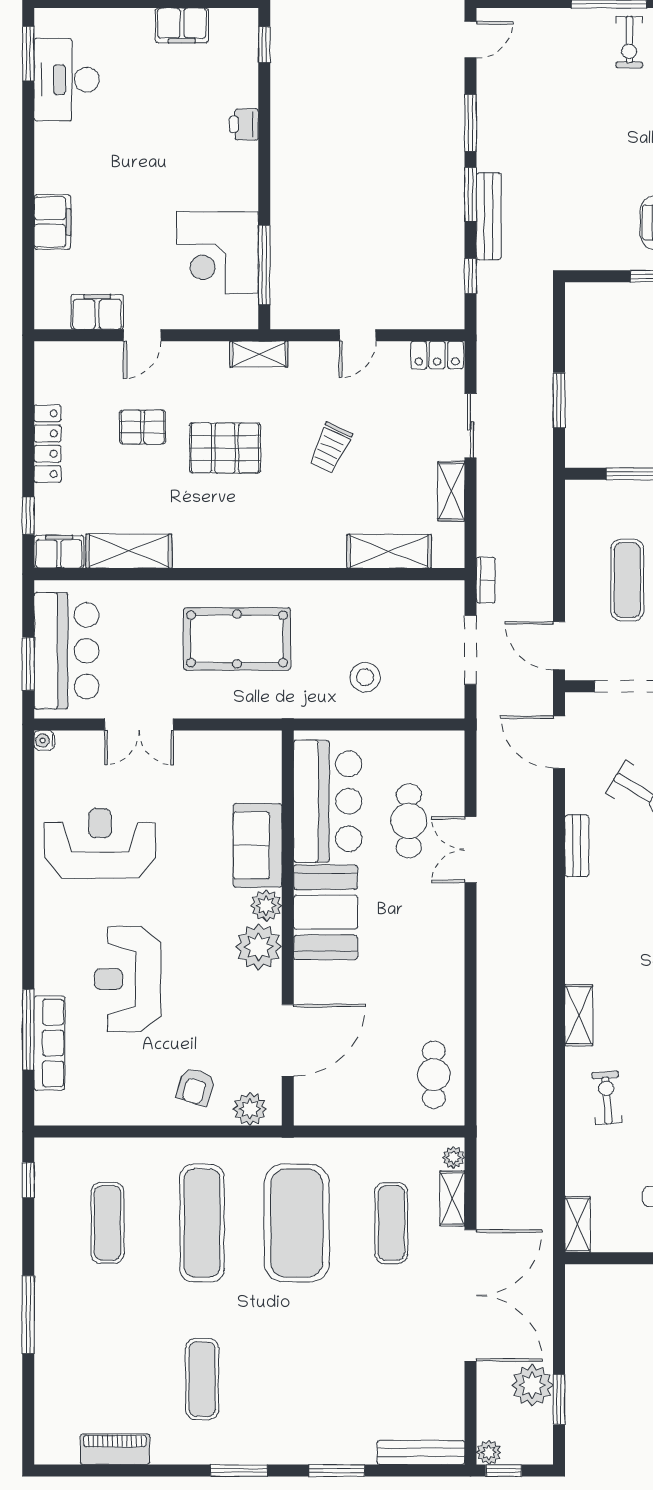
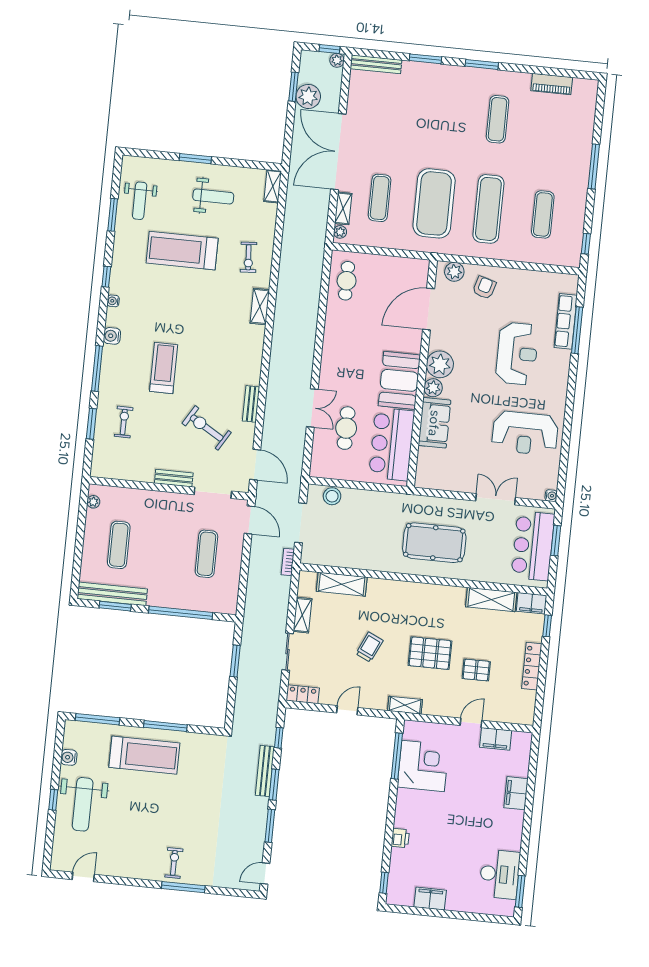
stool: (365, 677) -> (332, 496), moved

